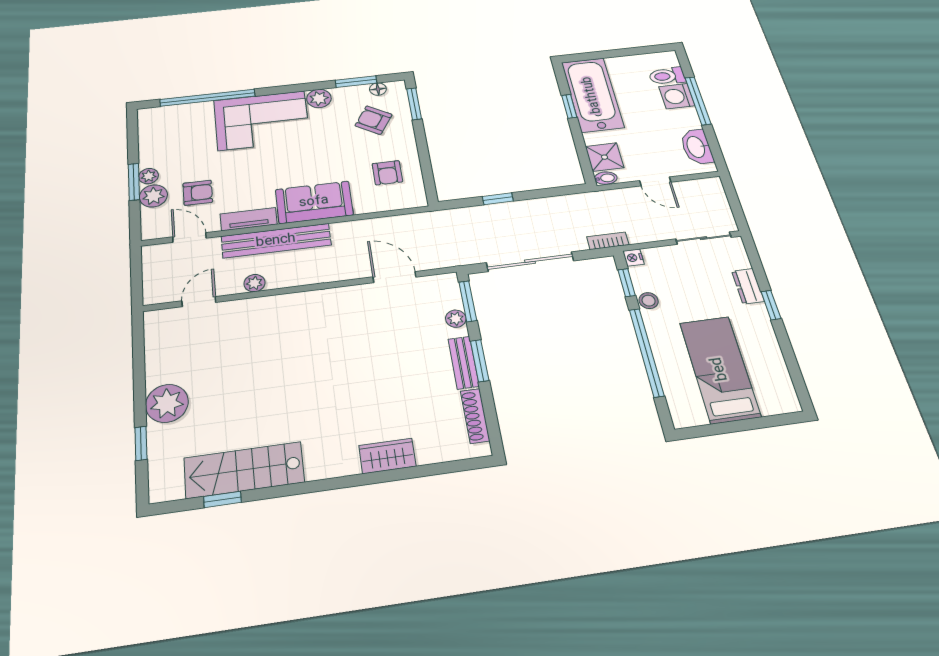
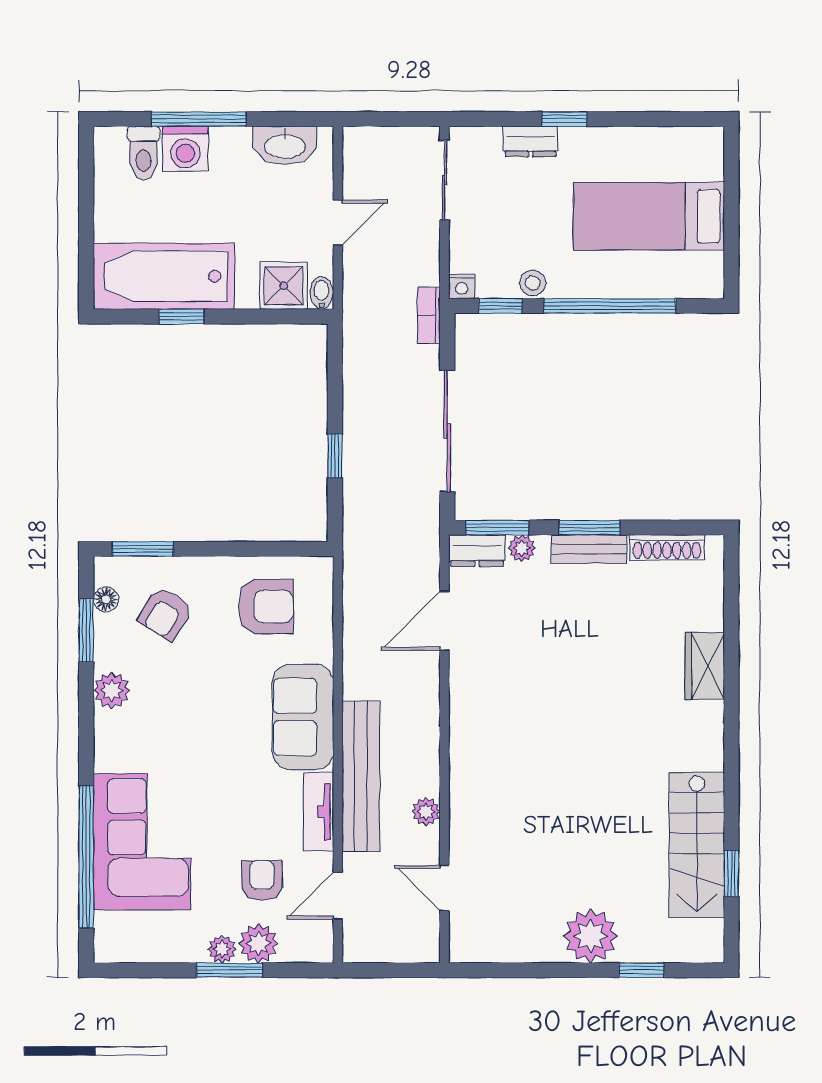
corner sofa: (262, 120) -> (142, 842), moved
armchair: (387, 173) -> (266, 606), width x1.38, depth x1.38
dresser: (449, 291) -> (477, 551), added

